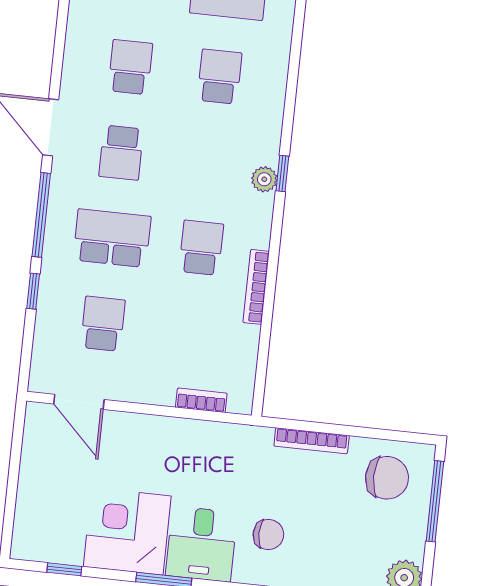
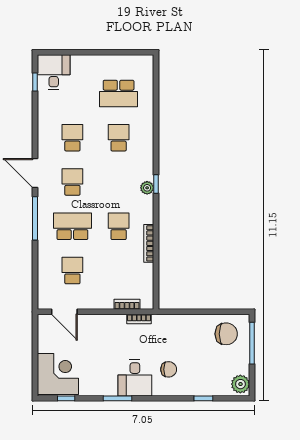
school desk: (121, 153) -> (72, 182), turned 180
window: (33, 291) -> (35, 258), removed
bookcase: (312, 441) -> (139, 319), moved, width x0.64
corner desk: (127, 531) -> (58, 374), moved, turned 90

